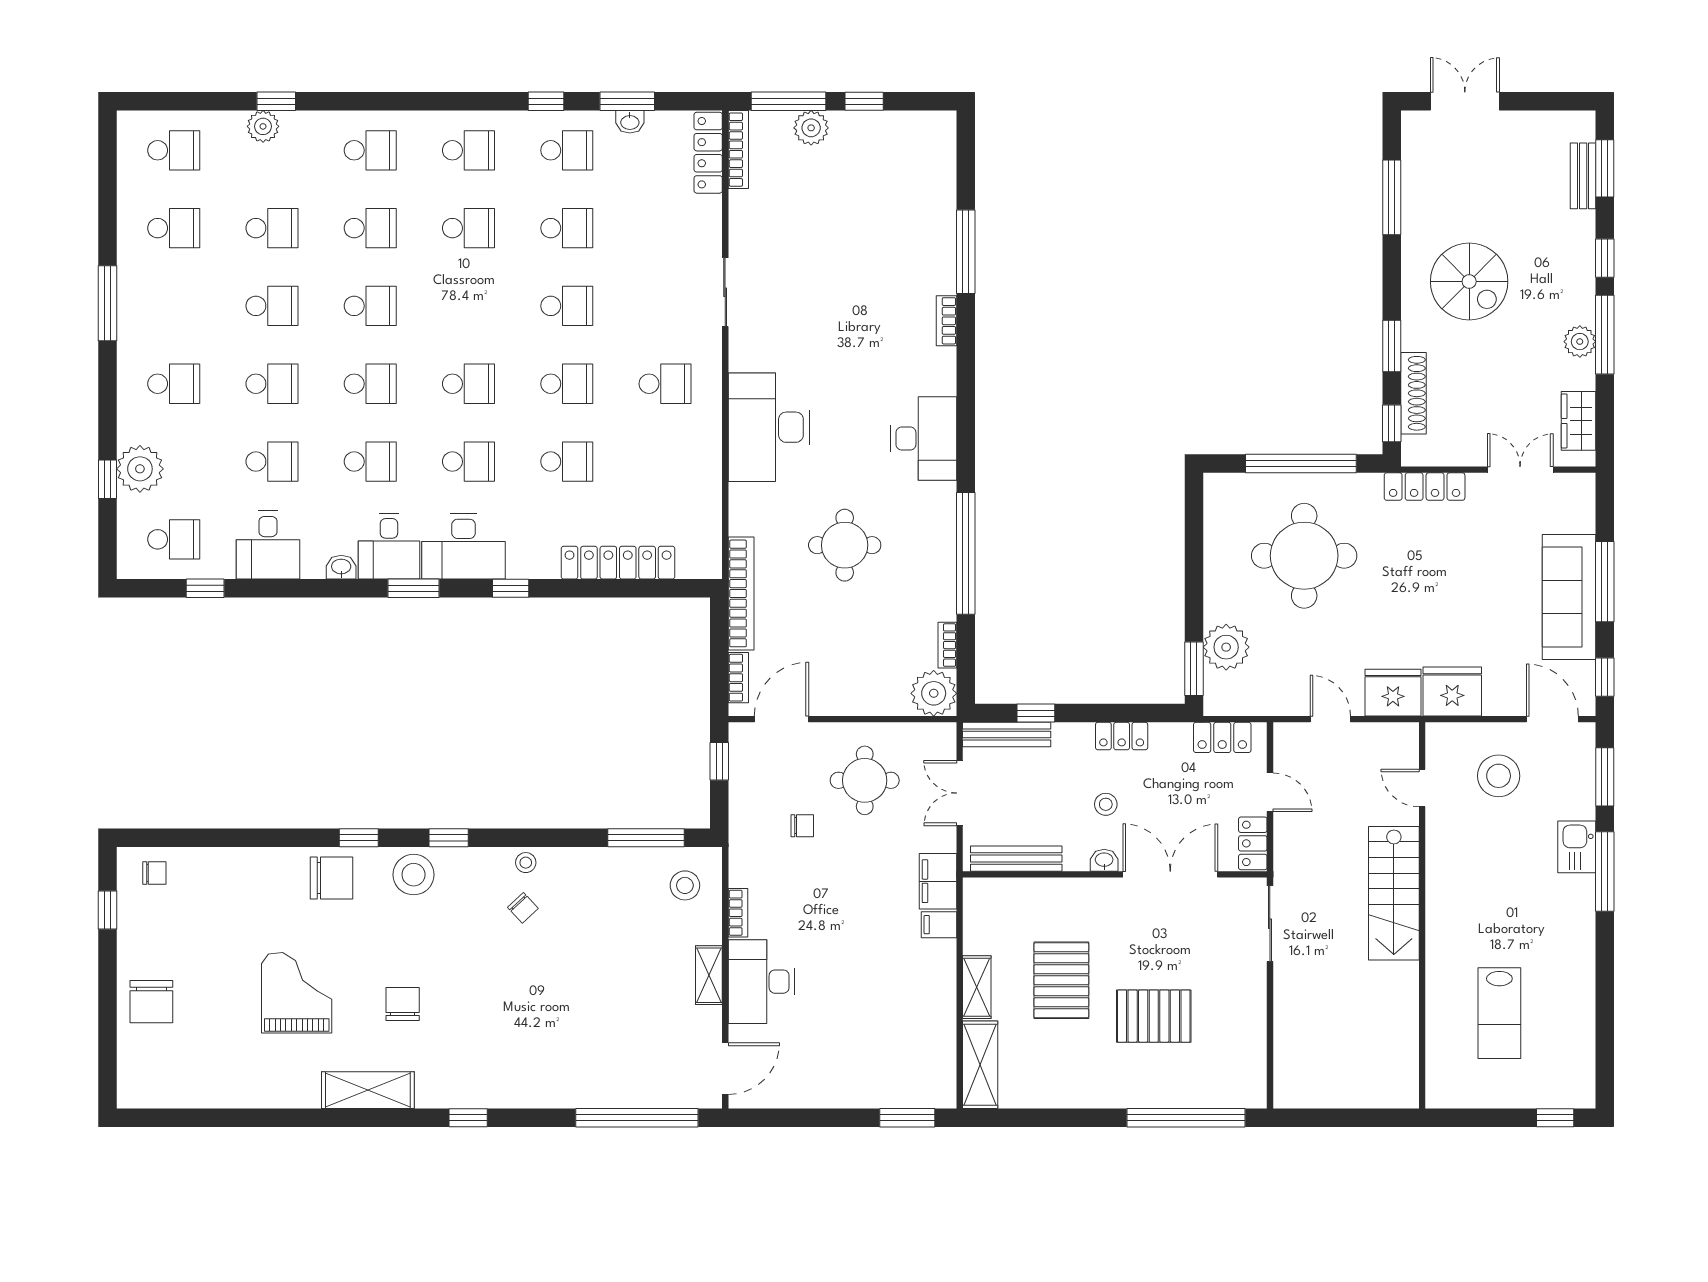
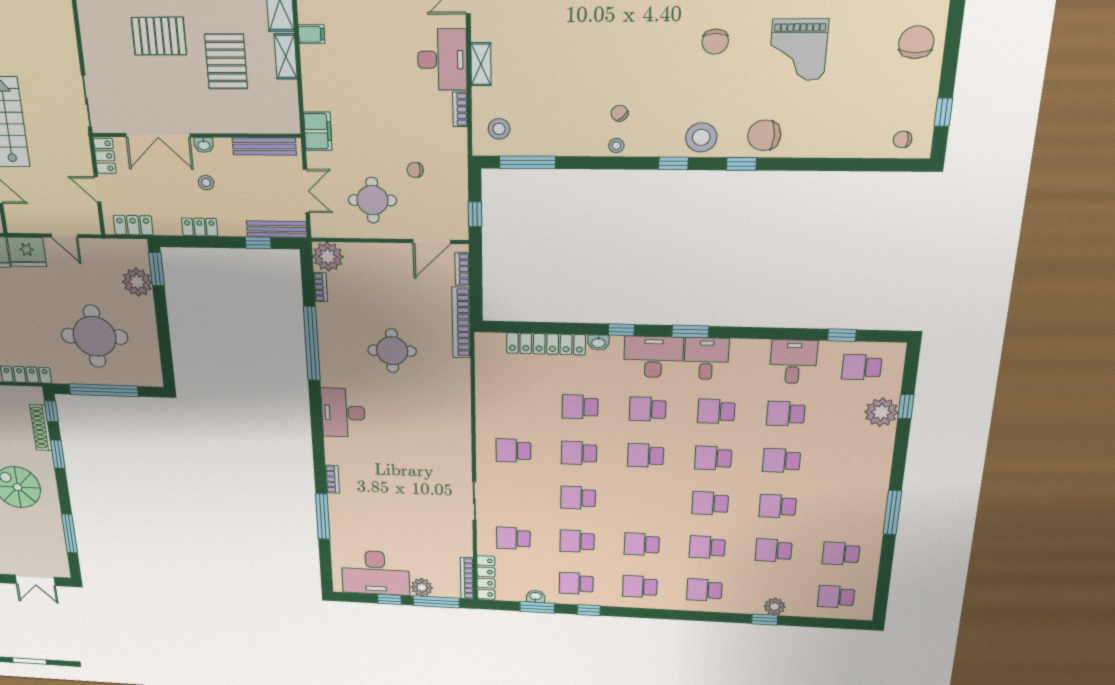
school desk: (174, 384) -> (513, 538), moved
desk: (769, 427) -> (375, 573), moved, turned 90
washbasin: (341, 567) -> (598, 343), moved
filing cabinet: (939, 925) -> (311, 34), moved

